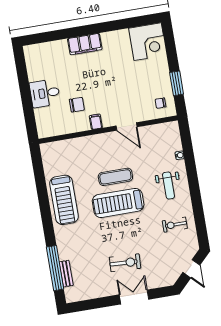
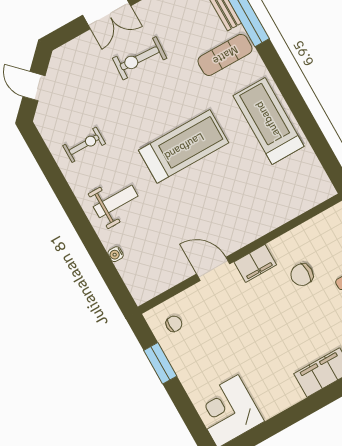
filing cabinet: (96, 122) -> (255, 263), width x2.00
exercise mat: (115, 177) -> (225, 55), moved
weight bench: (168, 185) -> (116, 201), turned 90

